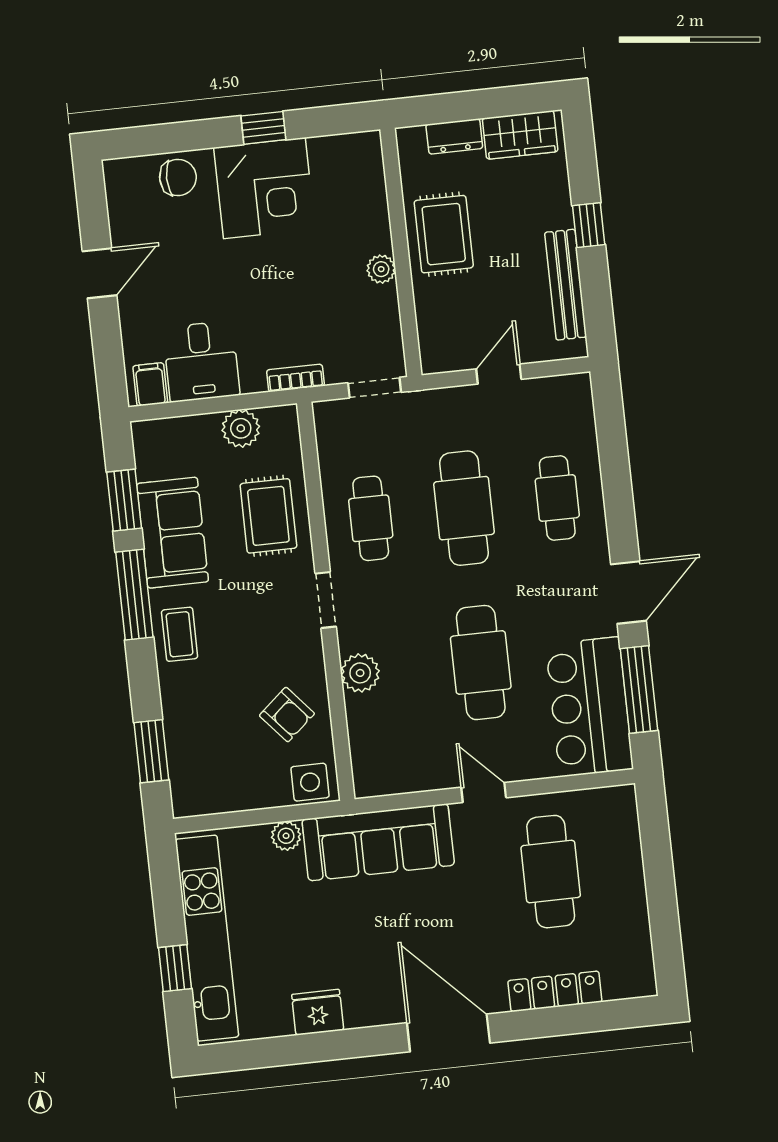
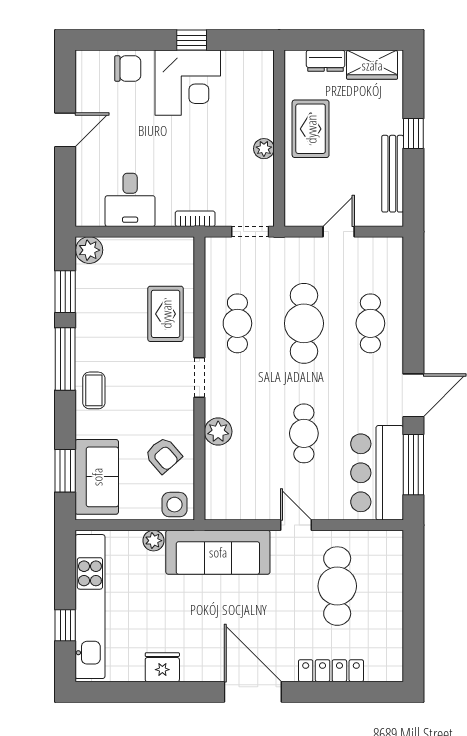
filing cabinet: (150, 384) -> (92, 212), removed
plant: (241, 428) -> (89, 250), moved
sofa: (172, 533) -> (97, 477), moved
cafe table: (481, 663) -> (304, 433), width x0.73, depth x0.74

